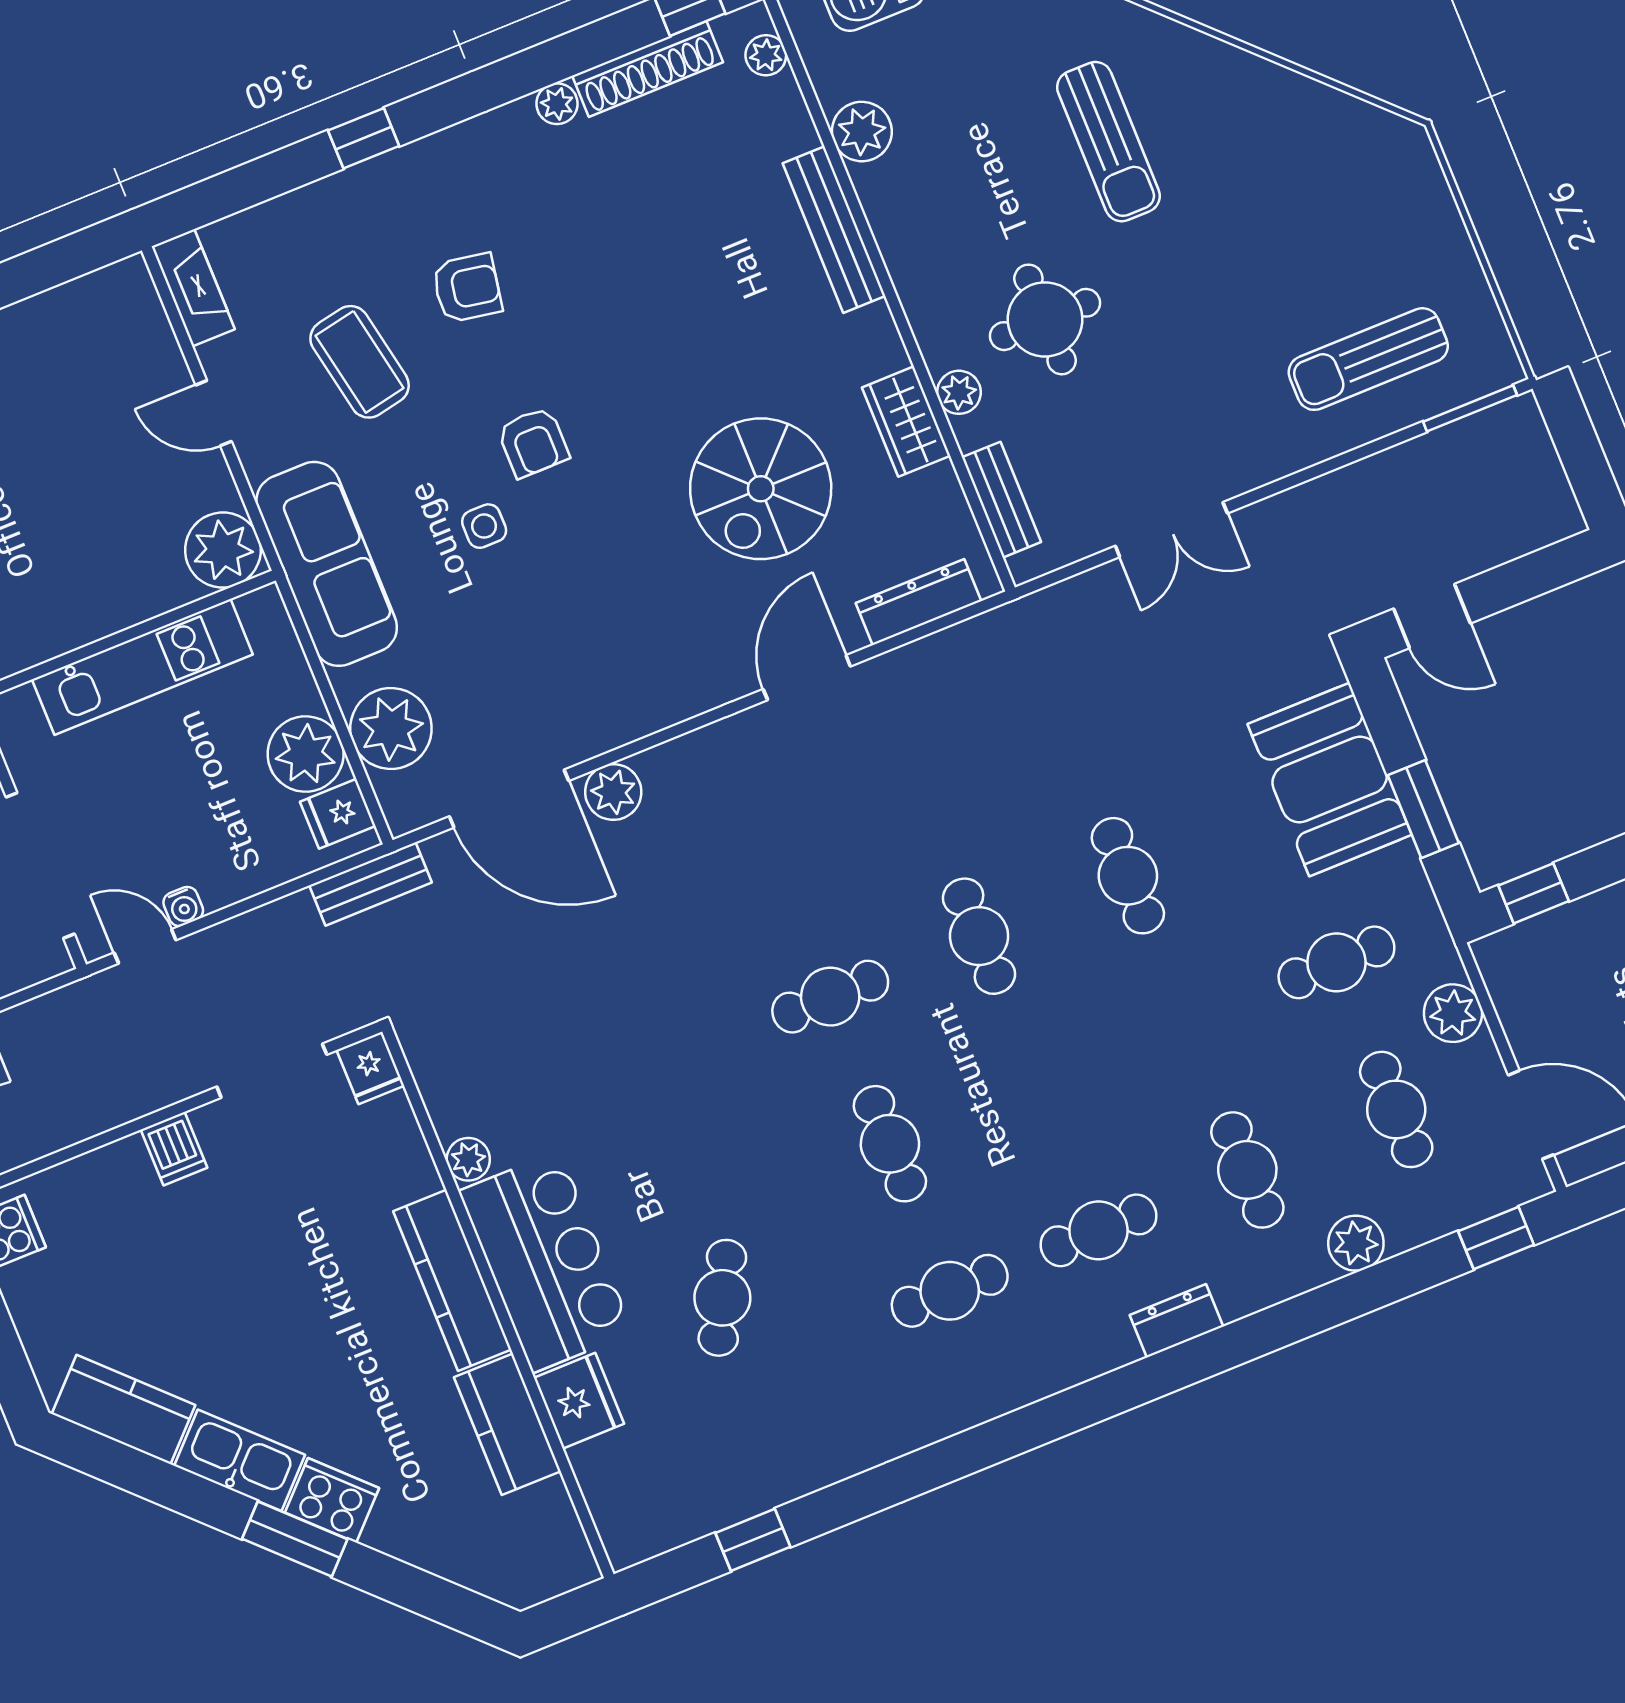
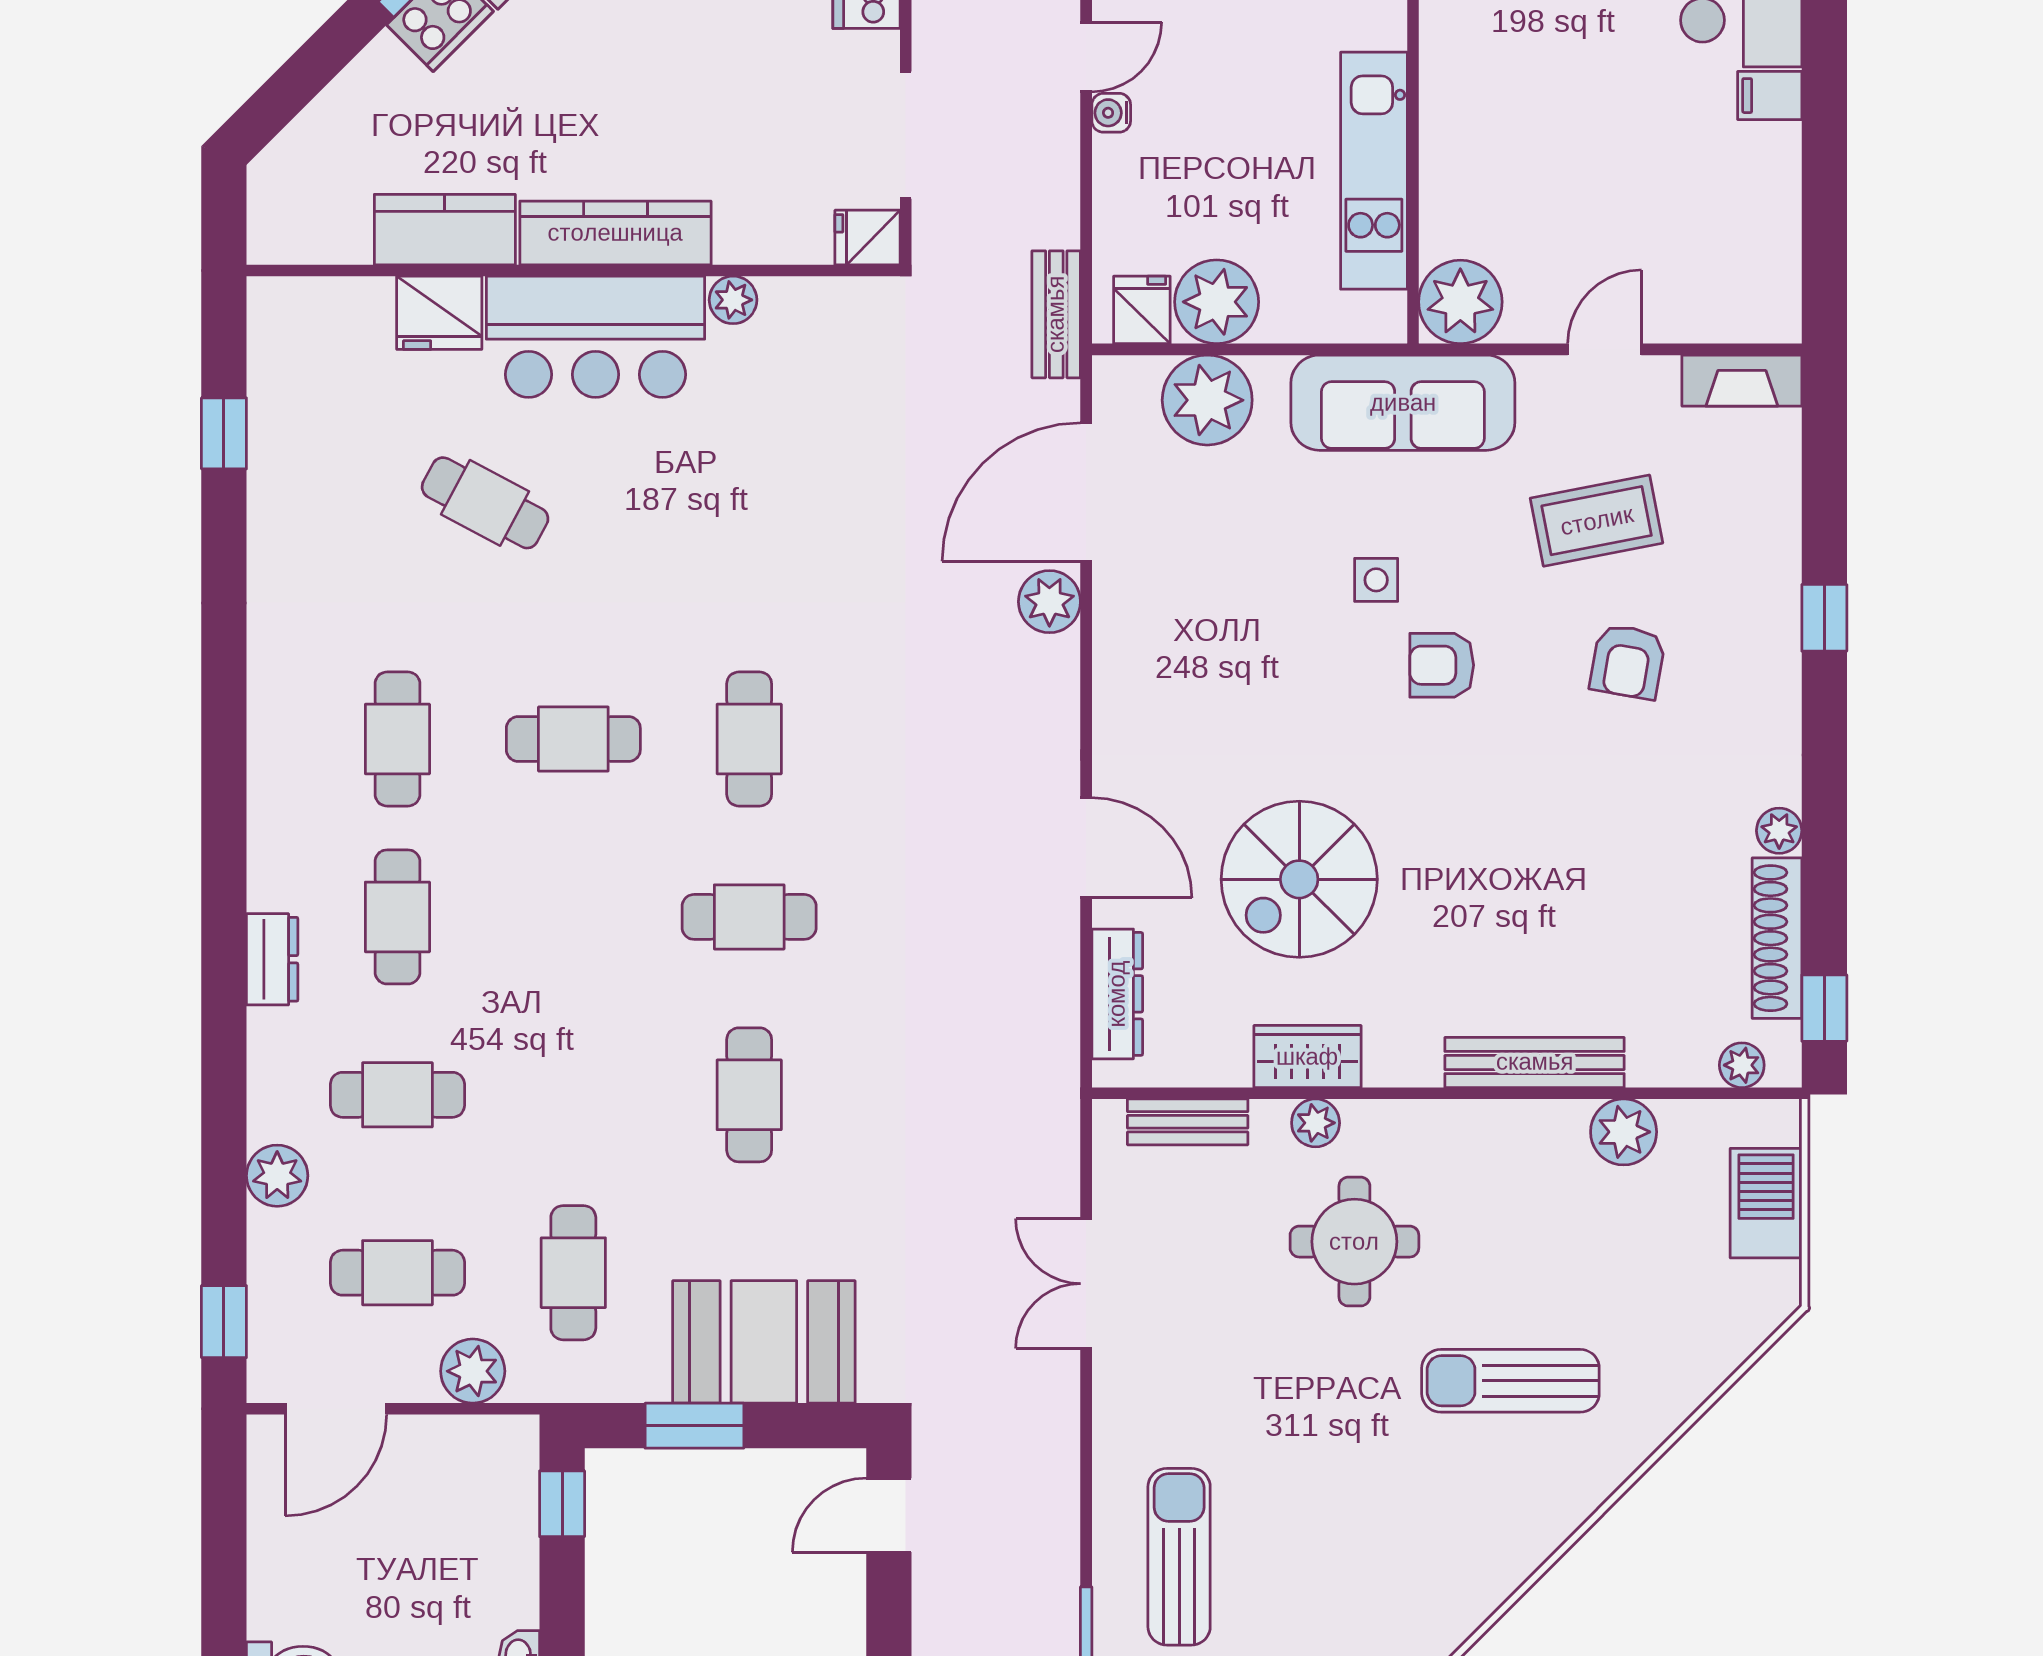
spiral stairs: (761, 489) -> (1299, 879), turned -90
cafe table: (1128, 876) -> (749, 1095), turned 90

